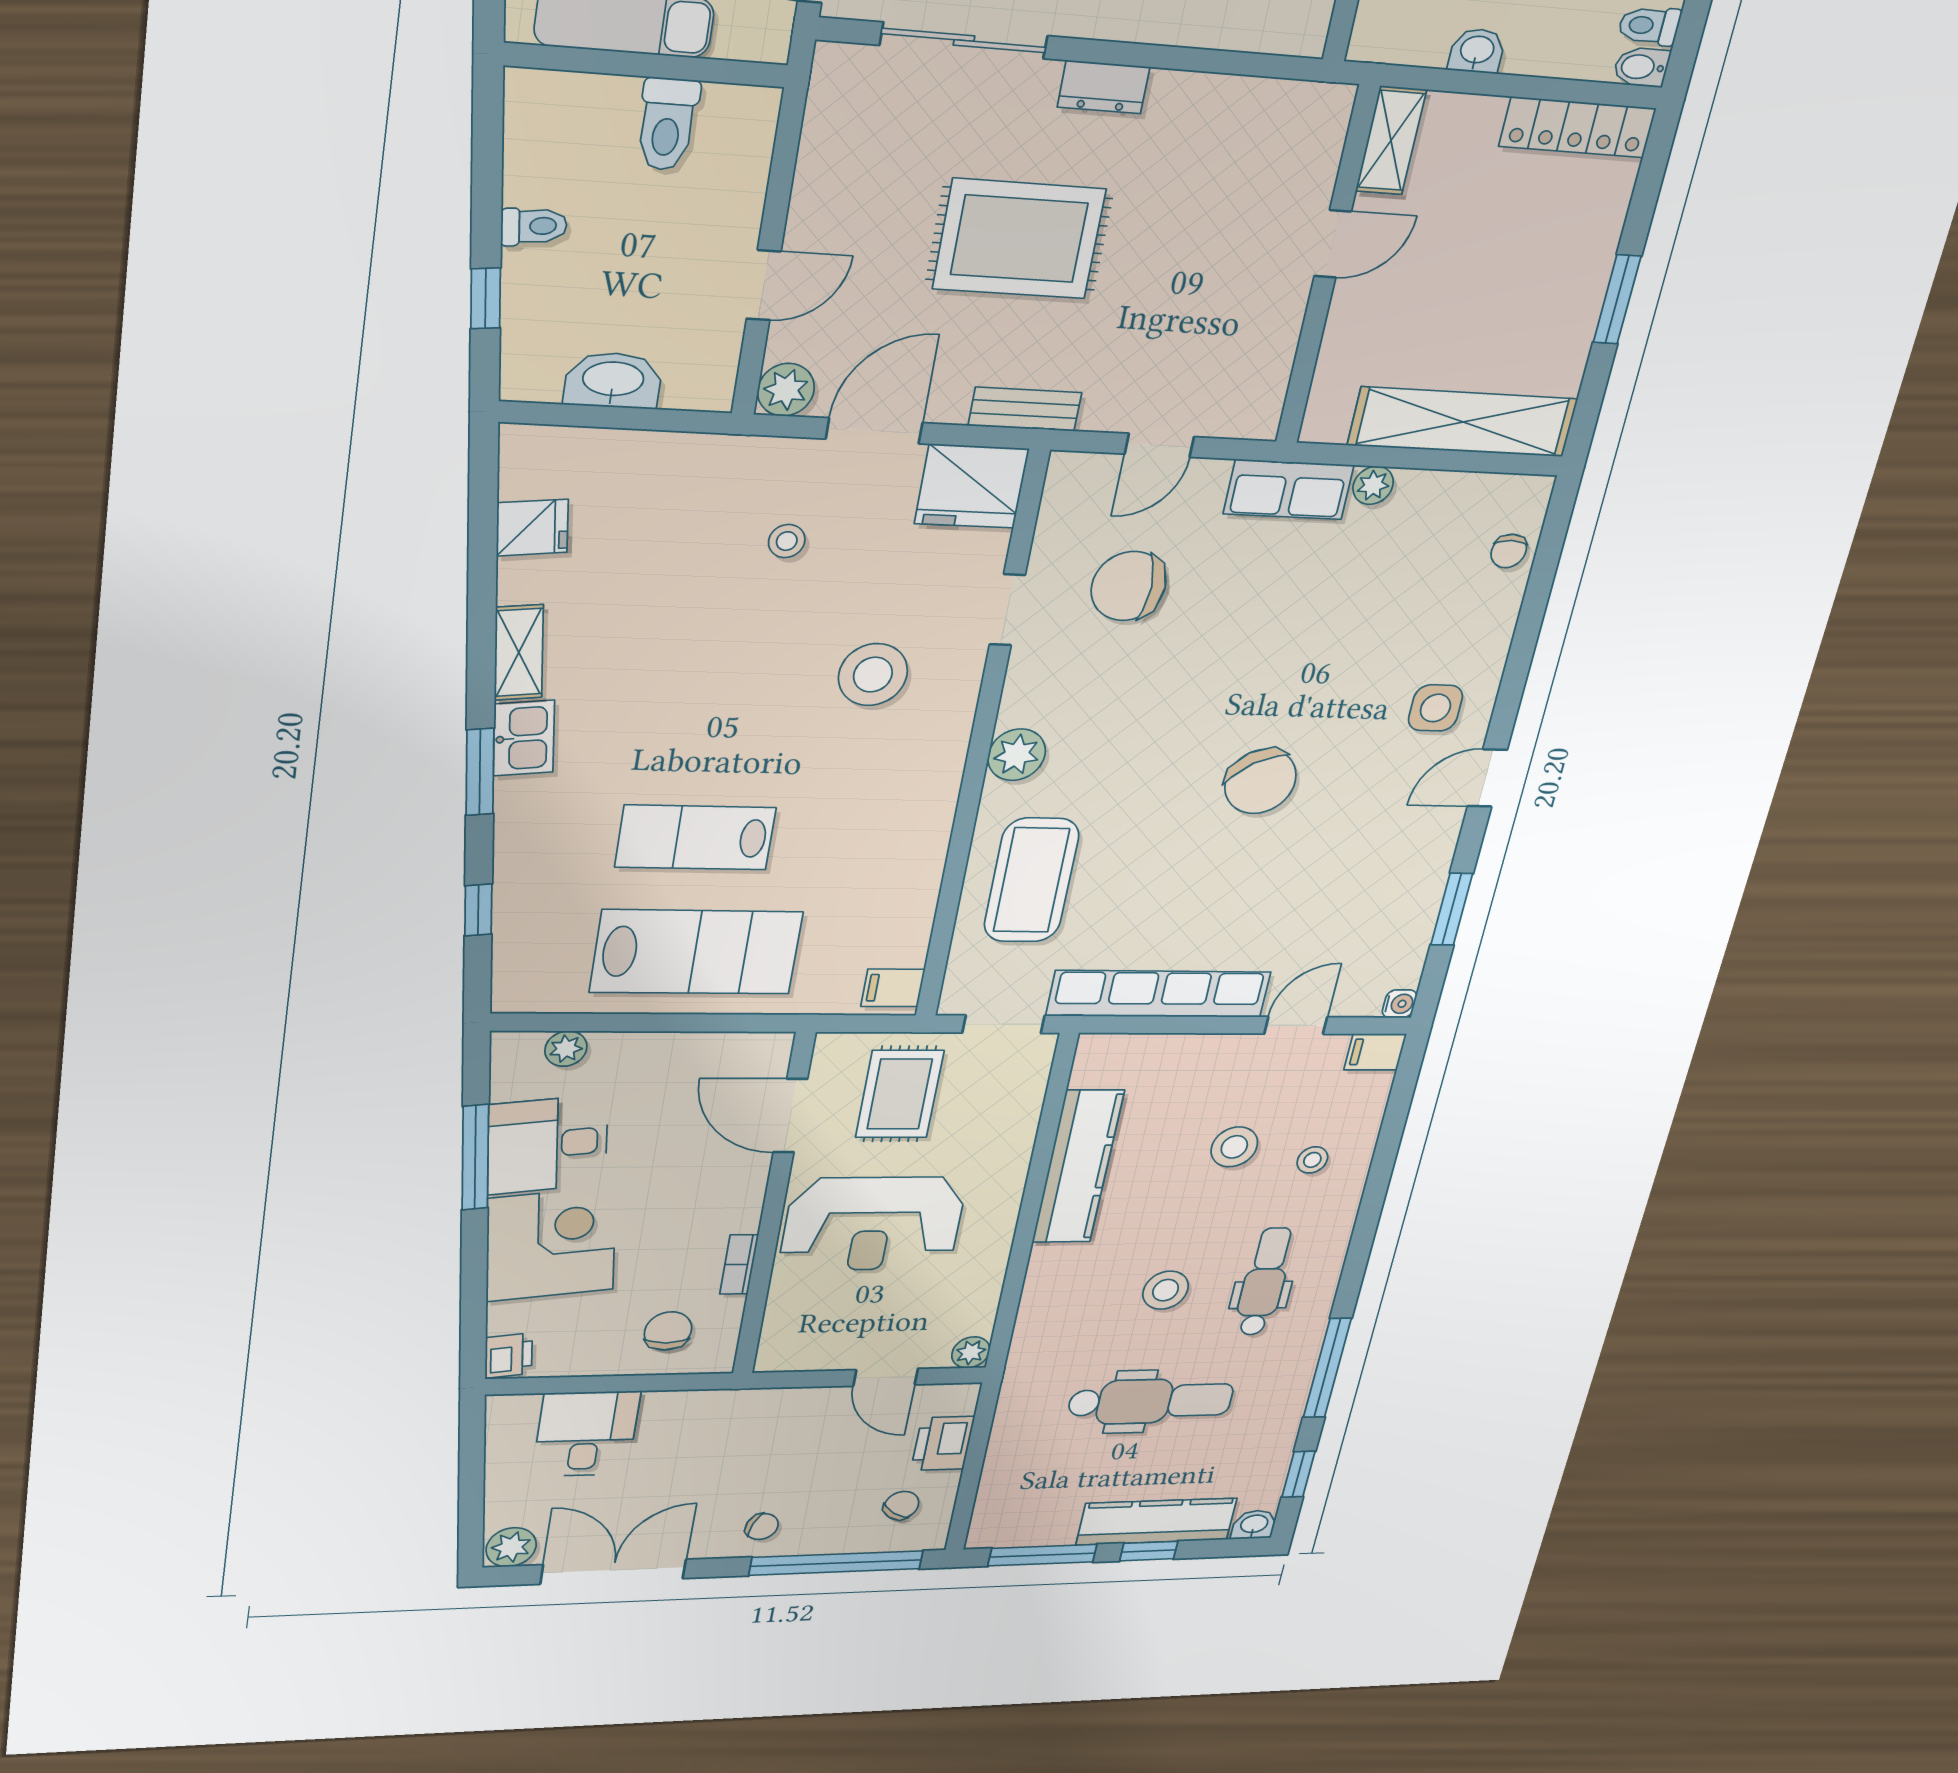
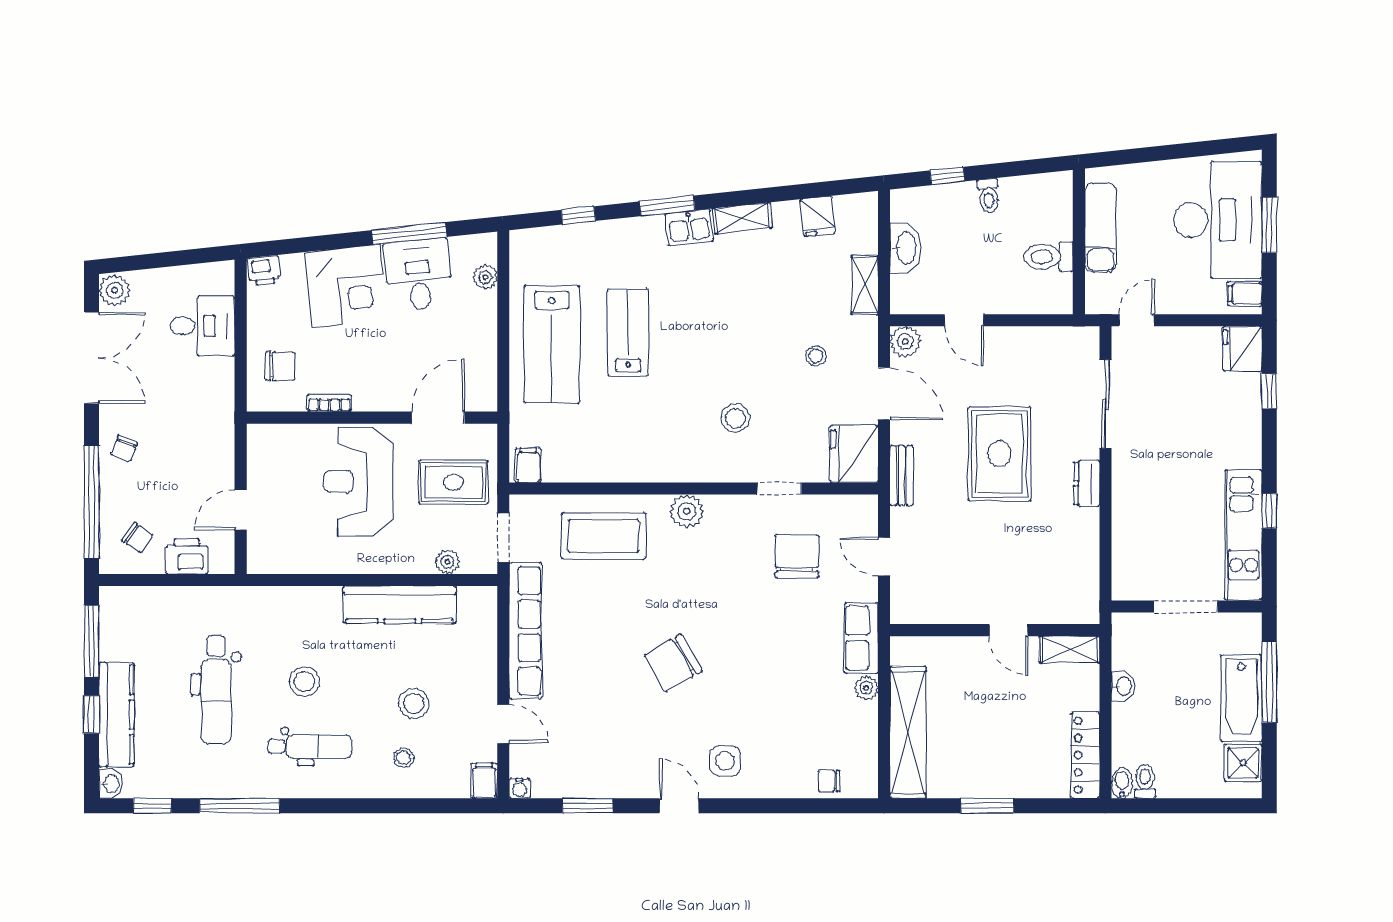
shelving: (671, 454) -> (865, 285), added
stool: (873, 675) -> (736, 418), width x0.73, depth x0.73
plant: (971, 1352) -> (447, 562), moved

